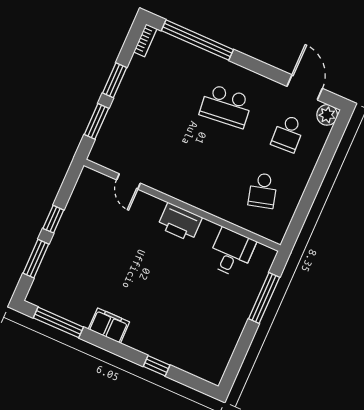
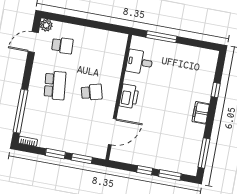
door: (129, 182) -> (112, 132), width x1.87
school desk: (263, 190) -> (92, 92), moved
filing cabinet: (109, 326) -> (201, 113), moved

